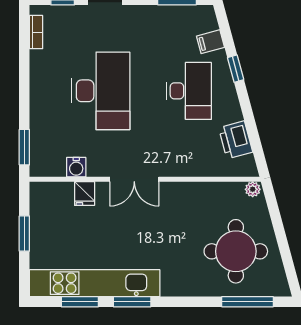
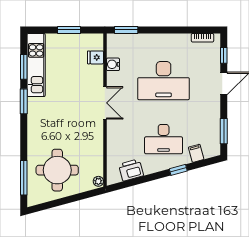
double door: (134, 179) -> (105, 103), swing flipped
fridge: (85, 194) -> (95, 57), moved
kitchen unit: (95, 283) -> (36, 65), width x0.73

